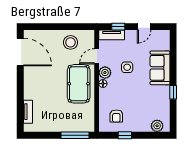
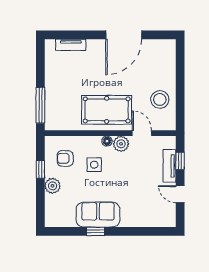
tv unit: (112, 35) -> (170, 166), moved
door: (20, 52) -> (124, 35), moved
side table: (127, 67) -> (94, 165), moved
sofa: (160, 68) -> (98, 215), moved
plant: (157, 126) -> (53, 186), moved

